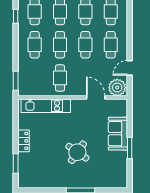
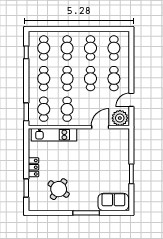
cafe table: (35, 78) -> (44, 109), added
door: (96, 97) -> (100, 127), hinge flipped
sofa: (118, 134) -> (113, 202), moved, turned 90
round table: (77, 152) -> (59, 189), moved

